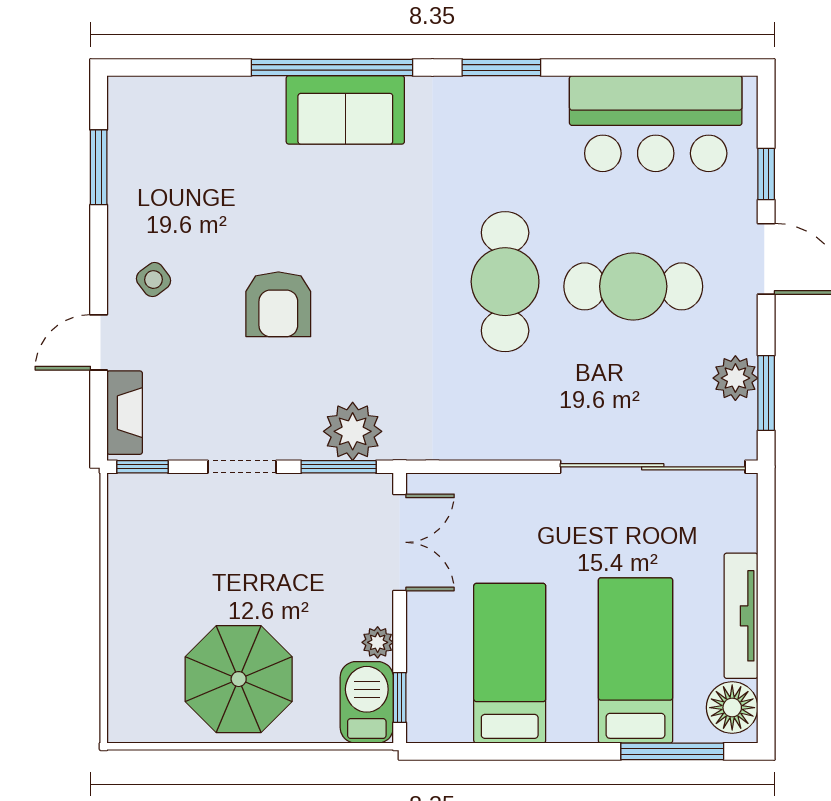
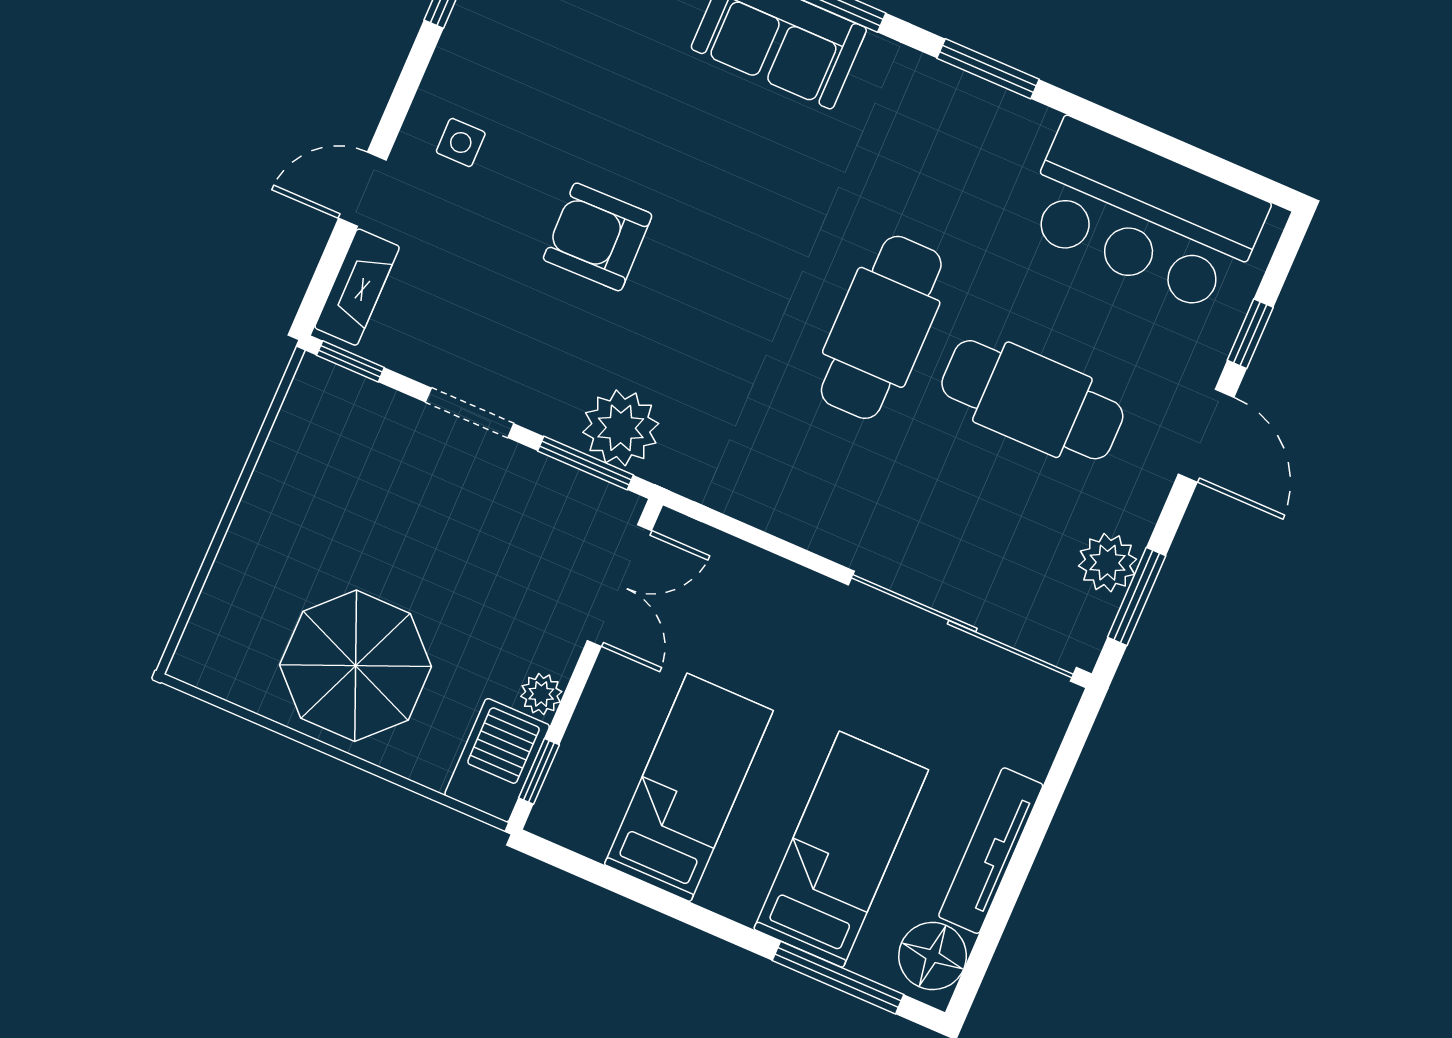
side table: (154, 280) -> (461, 142), turned 37
armchair: (278, 304) -> (598, 237), turned 89

